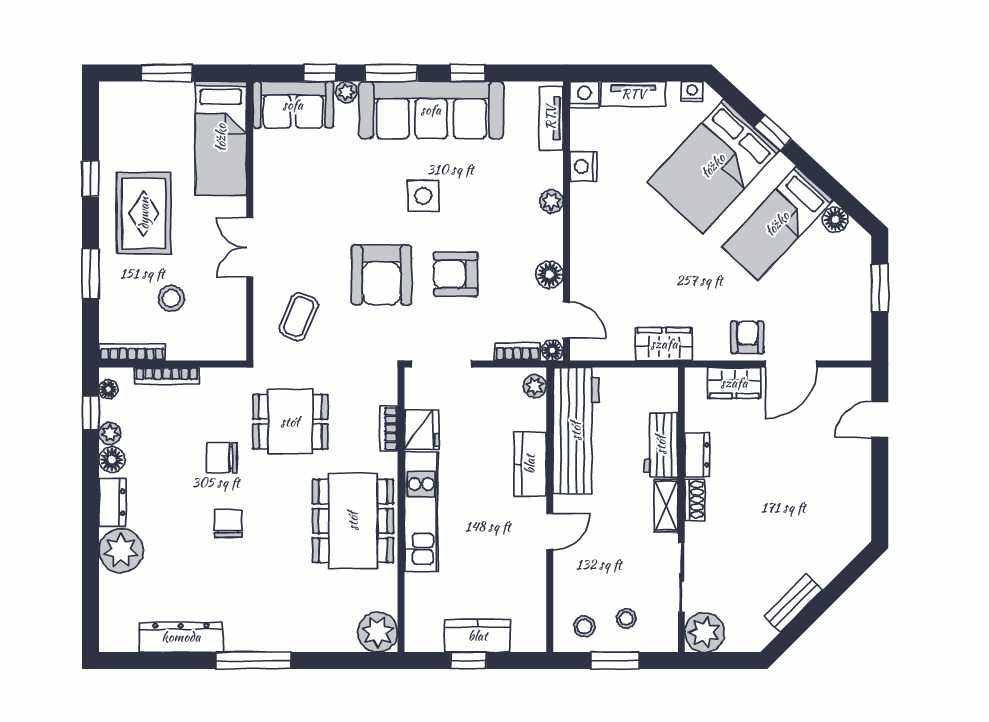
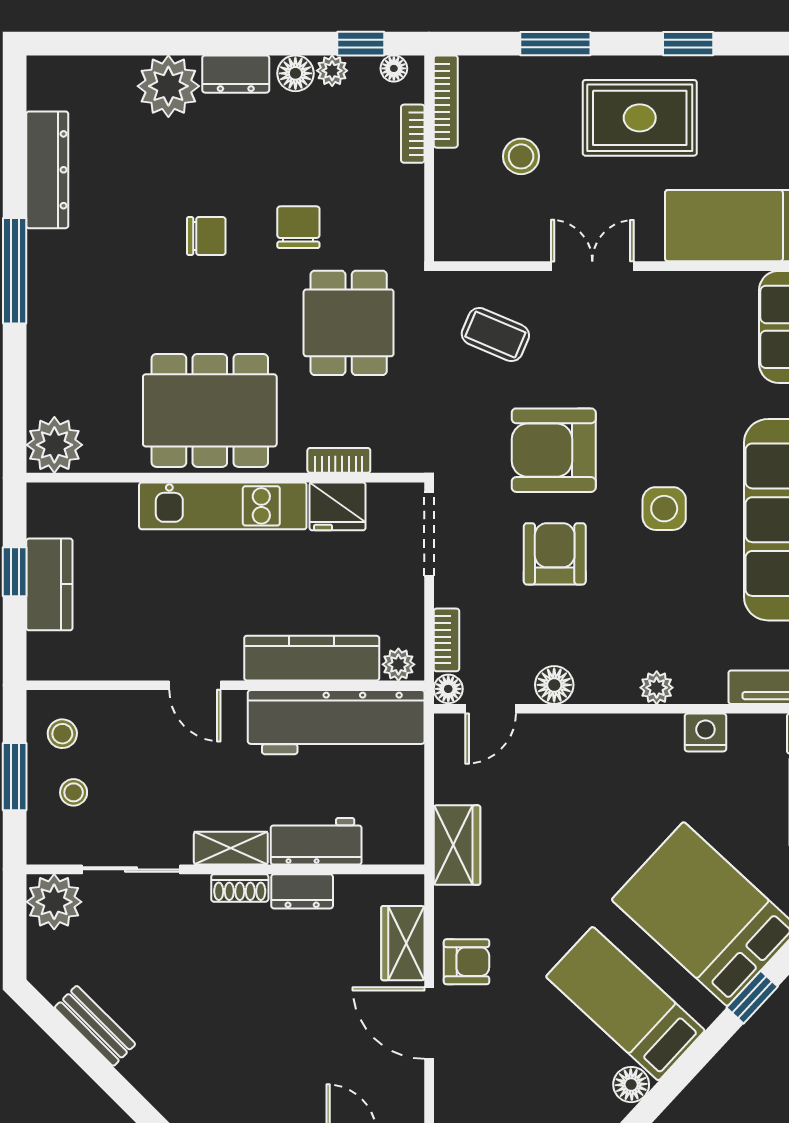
bookcase: (167, 376) -> (413, 134), width x0.64
kitchen counter: (530, 464) -> (312, 658), width x1.50

